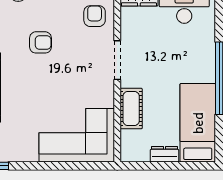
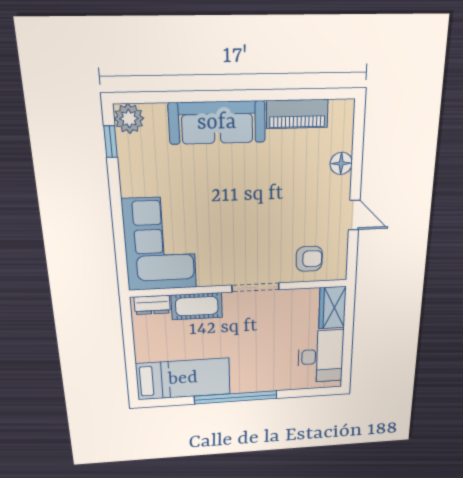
armchair: (40, 42) -> (277, 194), removed
dresser: (164, 154) -> (152, 305), moved, turned 90

